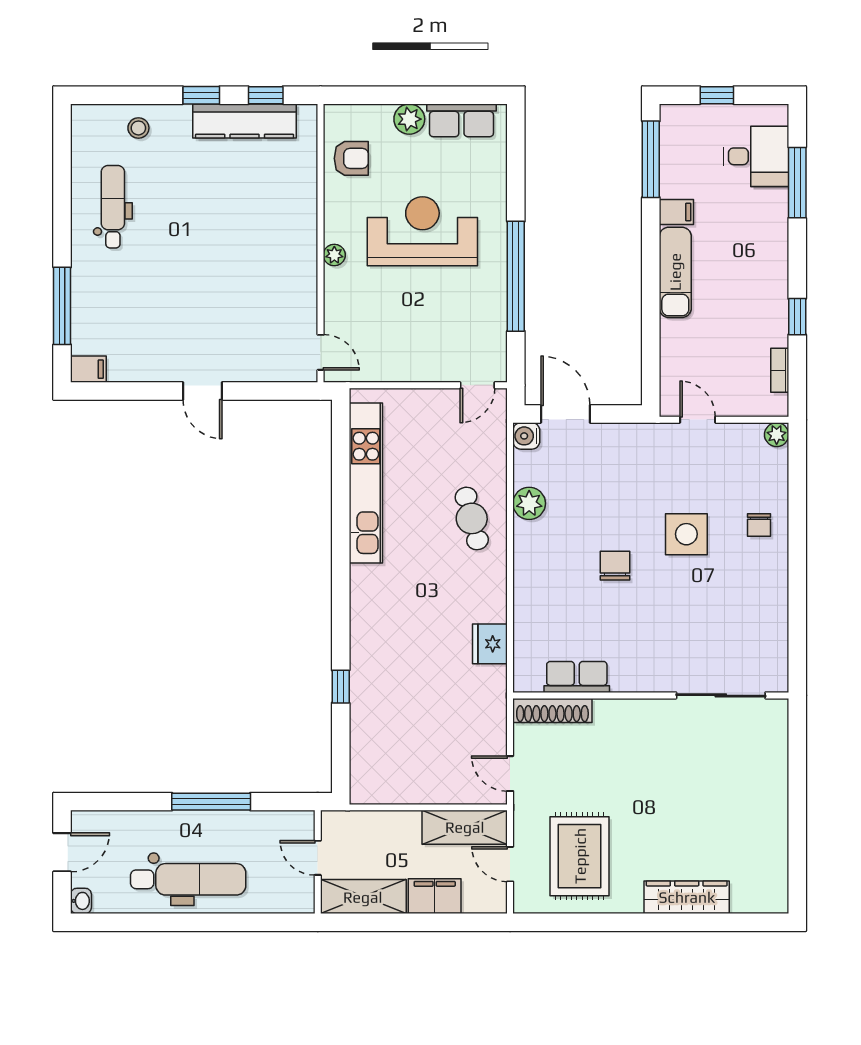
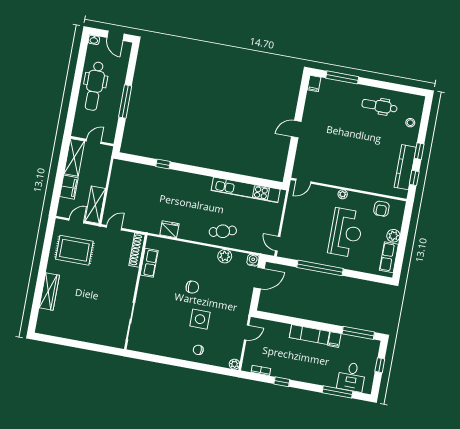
dental chair: (113, 207) -> (380, 106), turned 180

